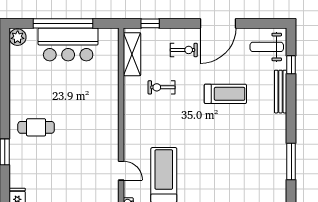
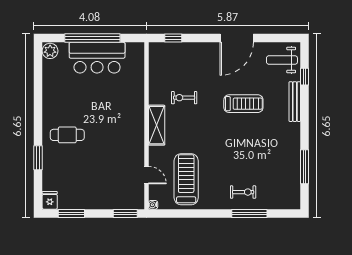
exercise bike: (184, 50) -> (243, 192), moved
shelving: (132, 54) -> (157, 125), moved

